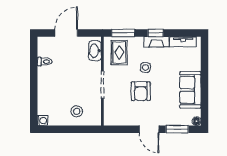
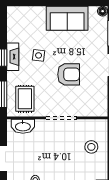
tv unit: (183, 42) -> (13, 27), removed
rug: (119, 52) -> (25, 99), turned 90
side table: (145, 67) -> (39, 55), moved

